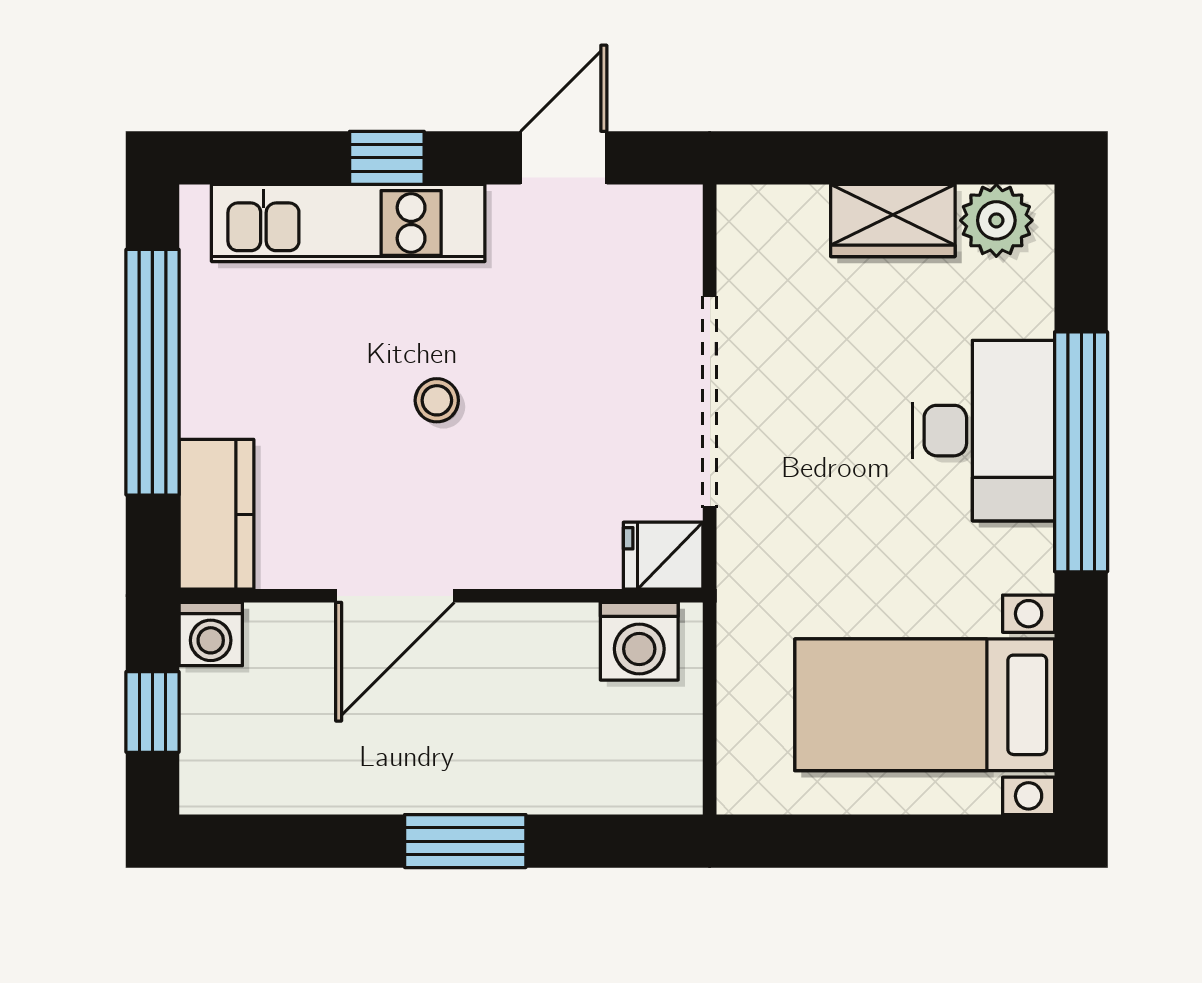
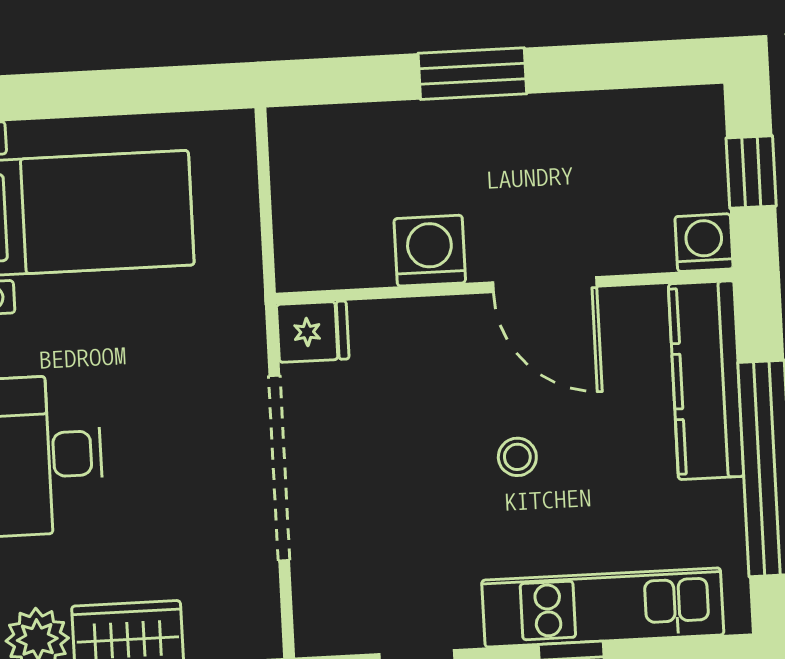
kitchen counter: (216, 514) -> (706, 380), width x1.50
door: (395, 596) -> (545, 285), swing flipped
washing machine: (639, 641) -> (430, 251), moved

